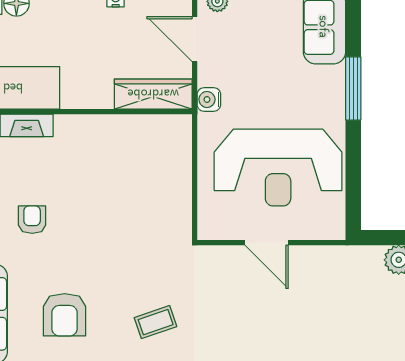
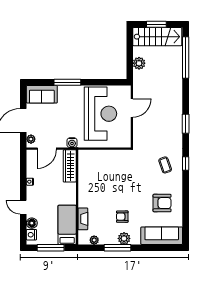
door: (266, 243) -> (132, 108), moved

